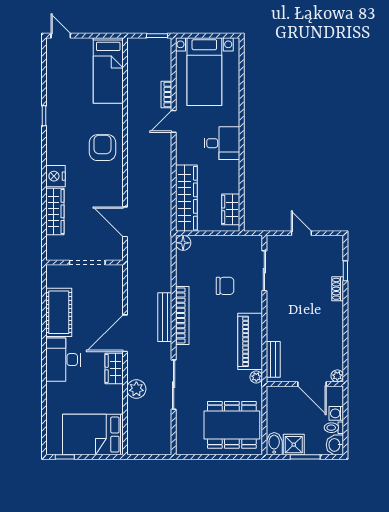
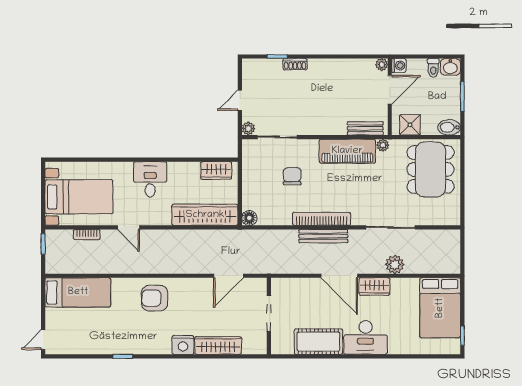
bookcase: (166, 94) -> (87, 235), moved
plant: (273, 242) -> (248, 129), added
washing machine: (336, 413) -> (399, 65), moved, turned -90
shower: (294, 445) -> (410, 125), moved

